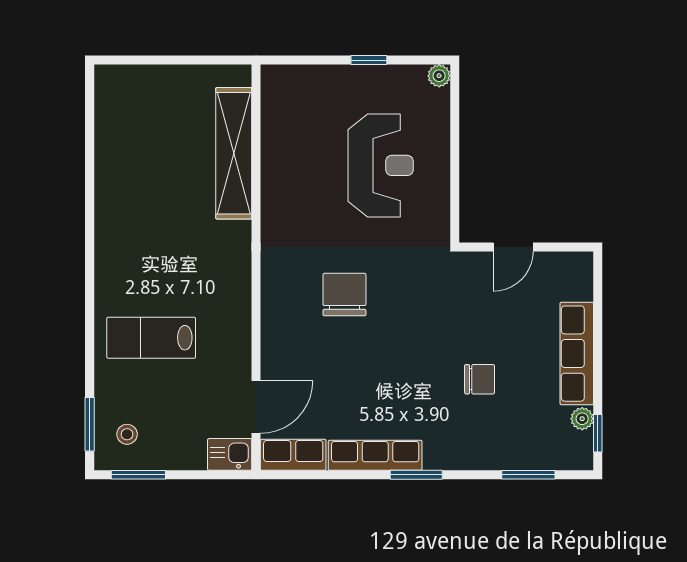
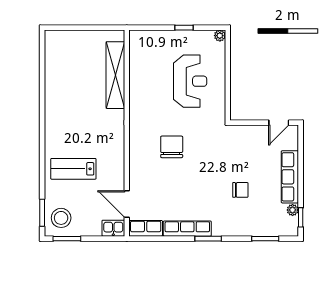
door: (513, 247) -> (279, 123), moved
door: (256, 407) -> (127, 204), swing flipped
stool: (127, 434) -> (61, 218), width x1.89, depth x1.89

